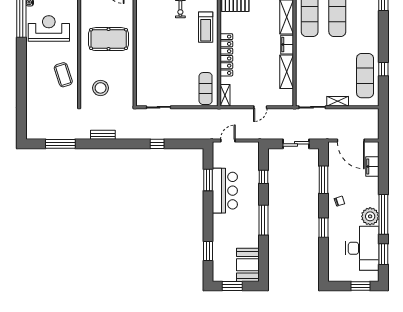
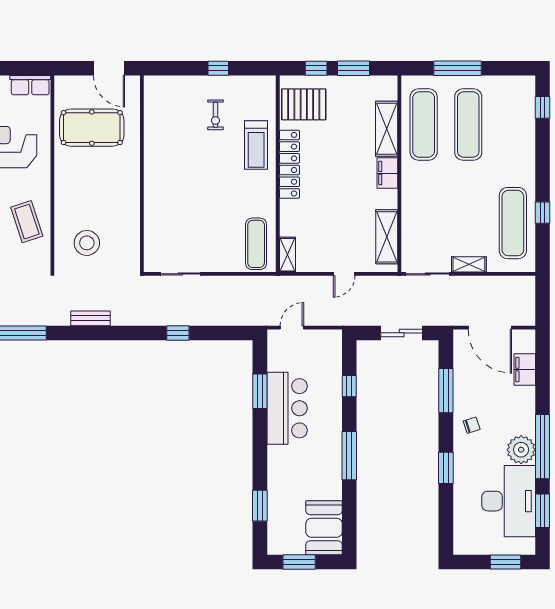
pool table: (109, 39) -> (92, 128), moved
locker: (226, 55) -> (289, 164), moved
shelving: (287, 72) -> (387, 237), moved

